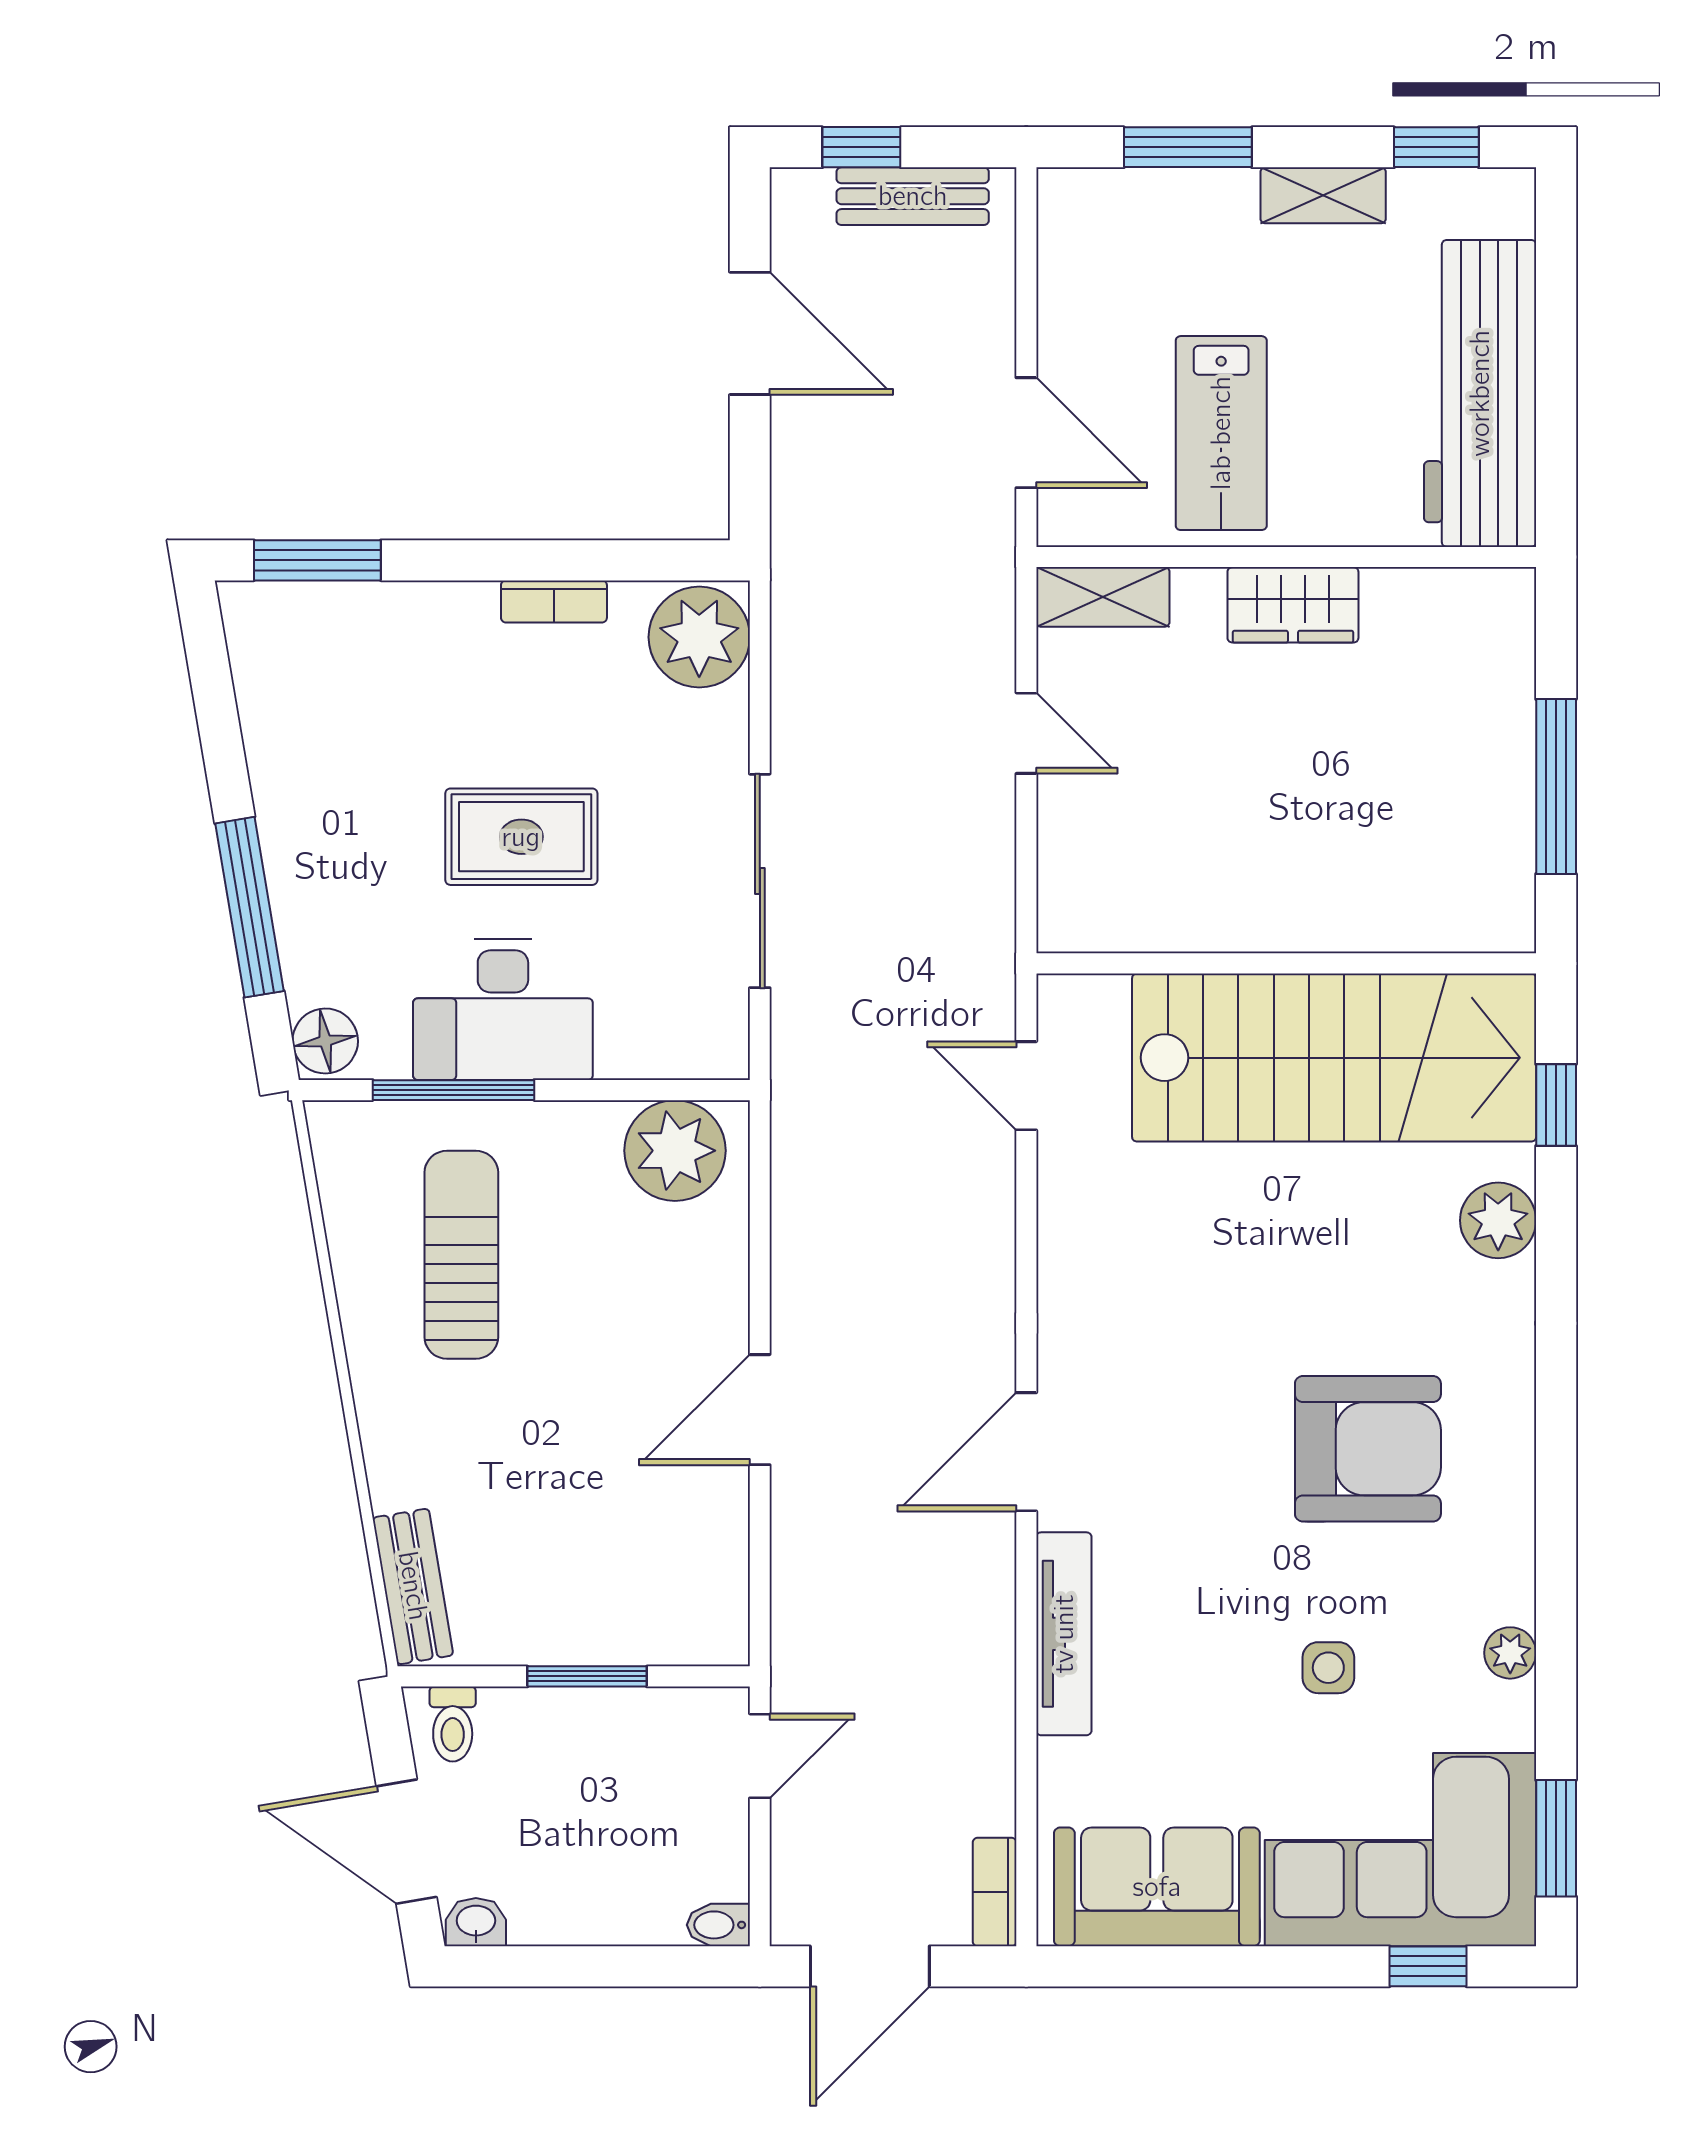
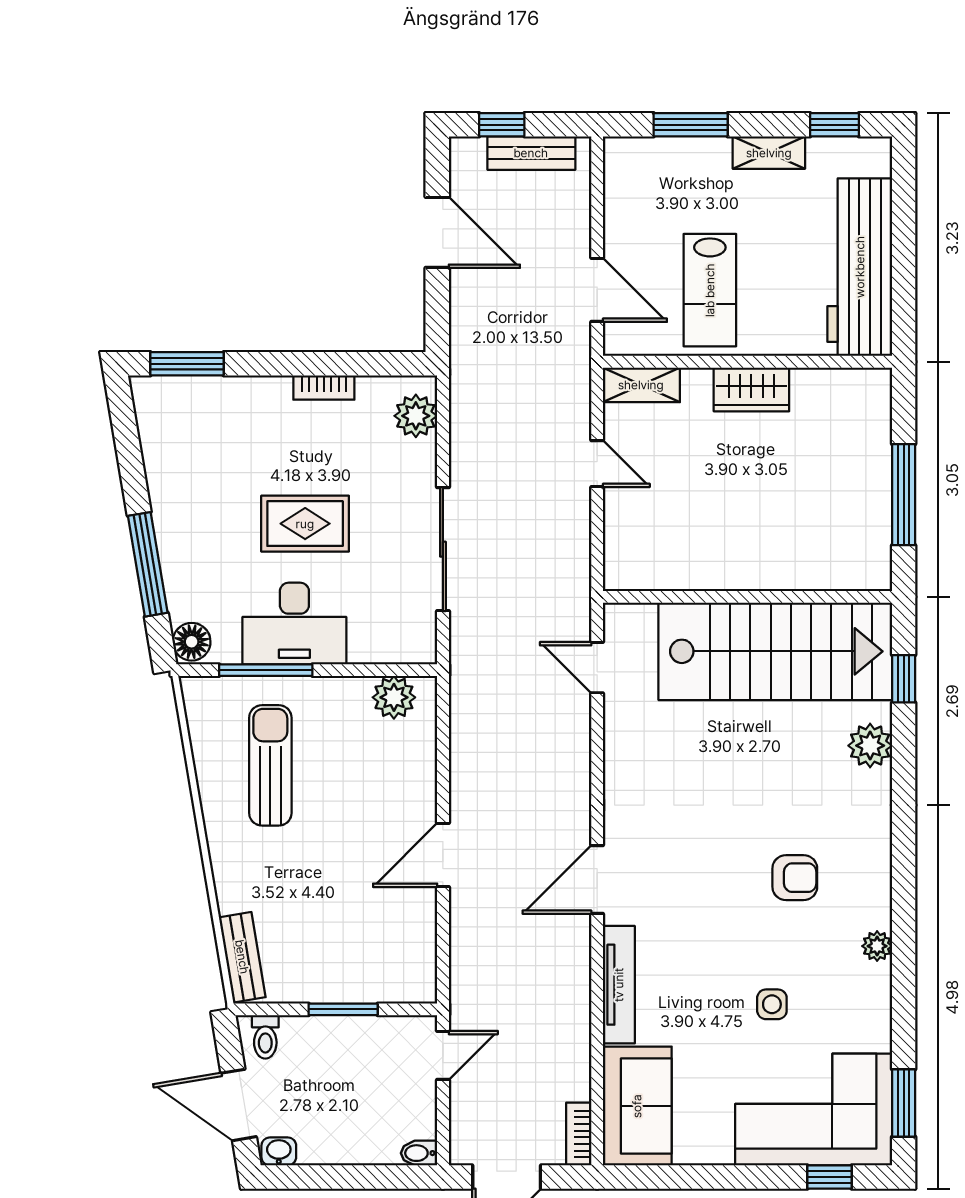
plant: (699, 637) -> (416, 416), width x0.73, depth x0.73
plant: (675, 1151) -> (394, 697), width x0.73, depth x0.73
armchair: (1368, 1449) -> (795, 878), width x0.53, depth x0.53
plant: (1510, 1653) -> (877, 946), moved
sofa: (1157, 1887) -> (637, 1106), moved, turned 90

